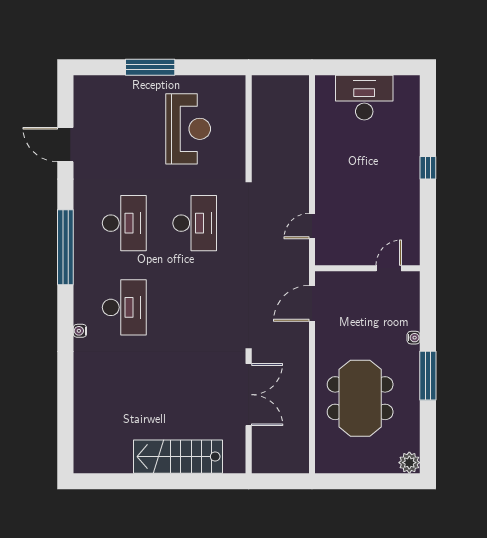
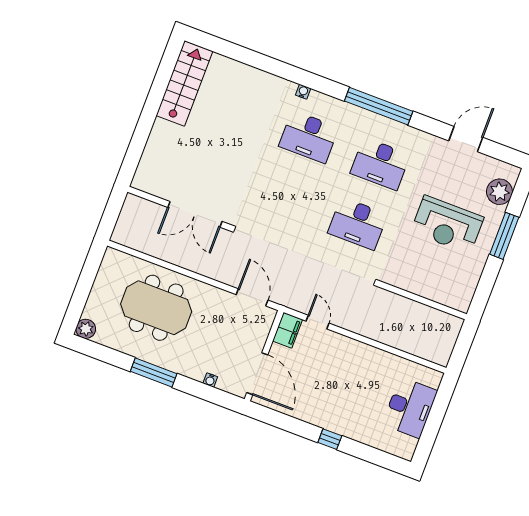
plant: (107, 89) -> (499, 192), added
reception desk: (188, 129) -> (447, 225), moved
filing cabinet: (332, 254) -> (288, 330), added
door: (389, 268) -> (257, 374), width x1.88
water cooler: (414, 338) -> (210, 380), moved
stairs: (178, 457) -> (184, 83), moved

